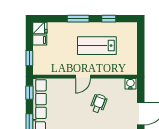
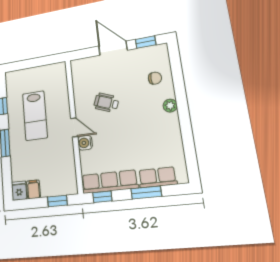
water cooler: (130, 84) -> (85, 143), moved

